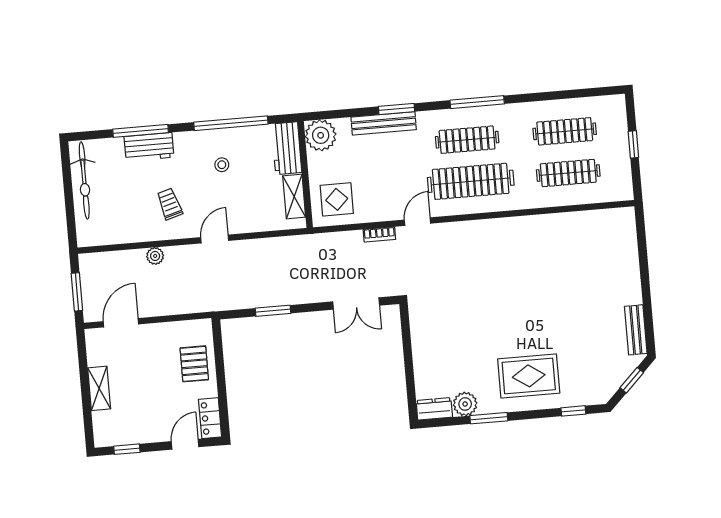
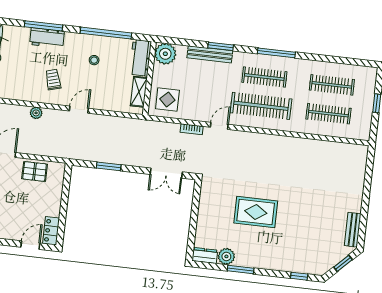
pallet: (194, 364) -> (35, 171), moved, turned 90
rug: (529, 376) -> (256, 212), moved

